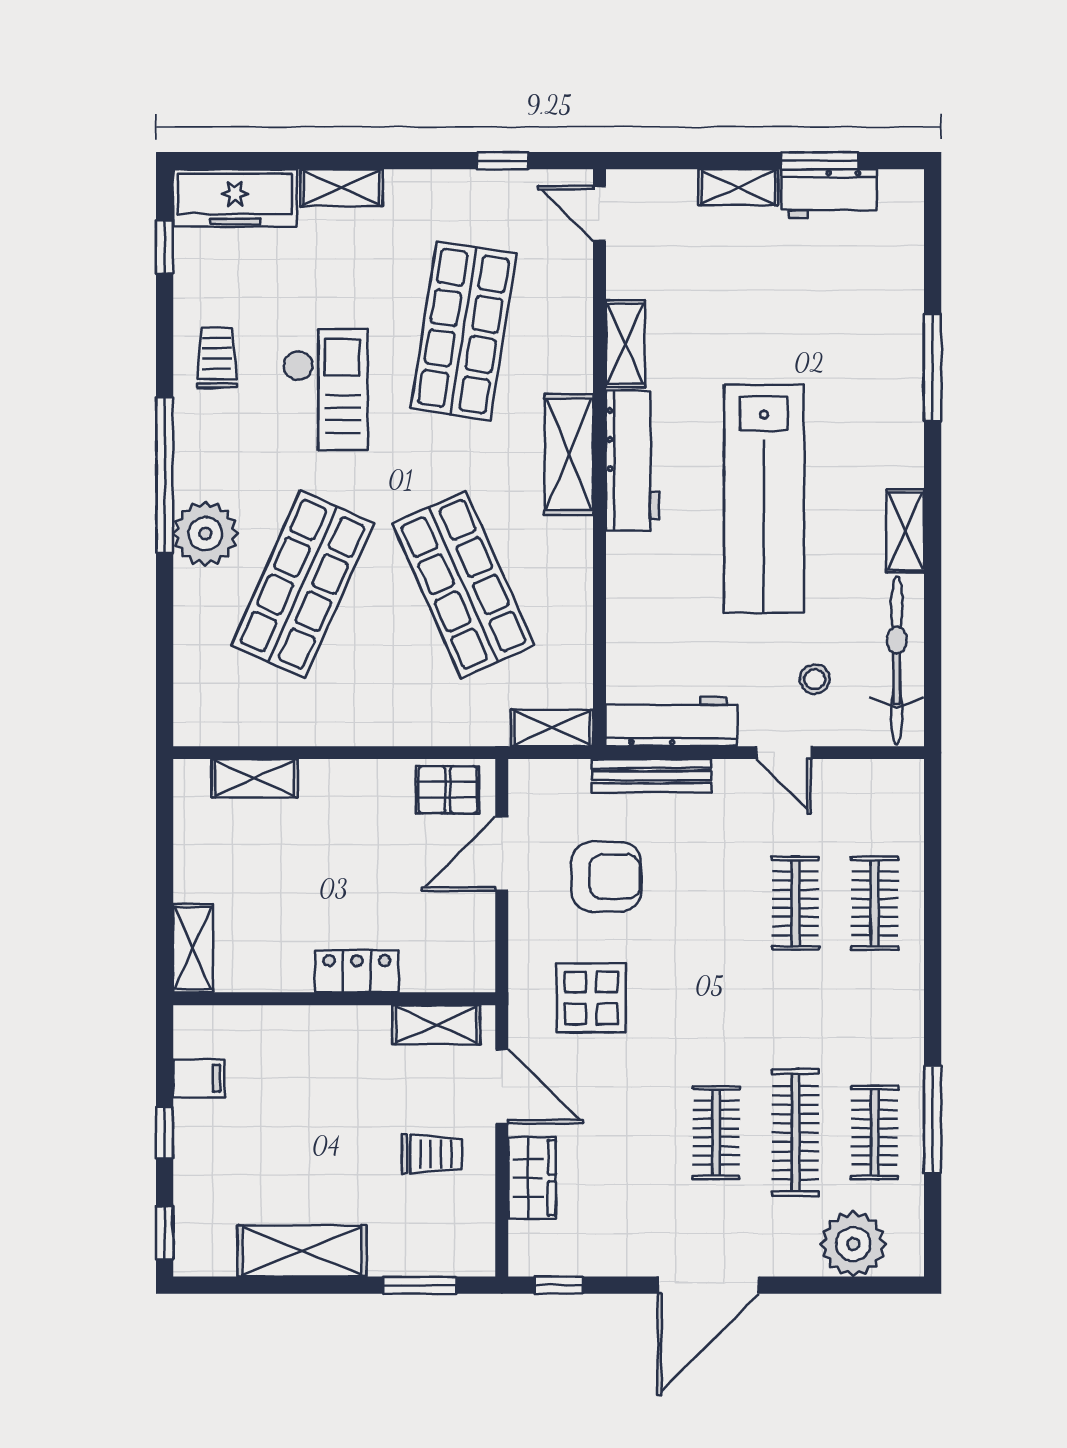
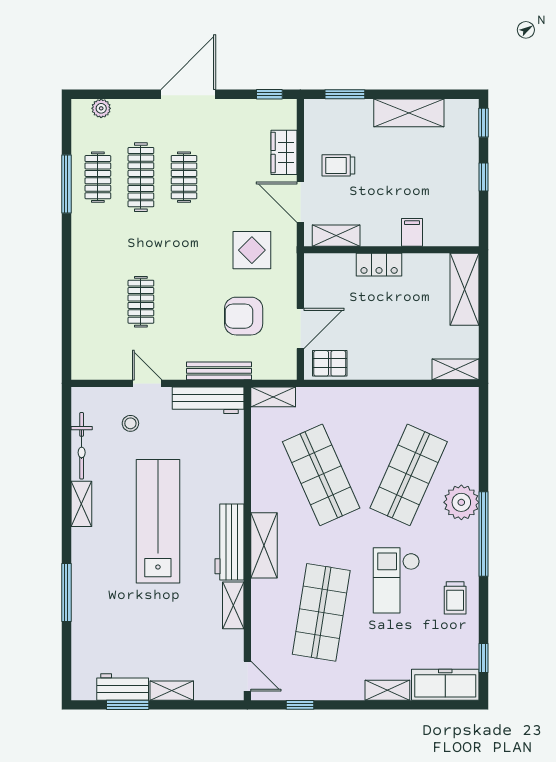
bicycle: (897, 660) -> (82, 446), width x0.73, depth x0.71
shelving: (254, 778) -> (456, 369), moved
clothes rail: (875, 903) -> (98, 302), removed
shelving: (193, 948) -> (464, 289), width x1.50, depth x1.33
filing cabinet: (199, 1078) -> (412, 232), moved, turned 90
plant: (853, 1244) -> (101, 108), width x0.53, depth x0.53

